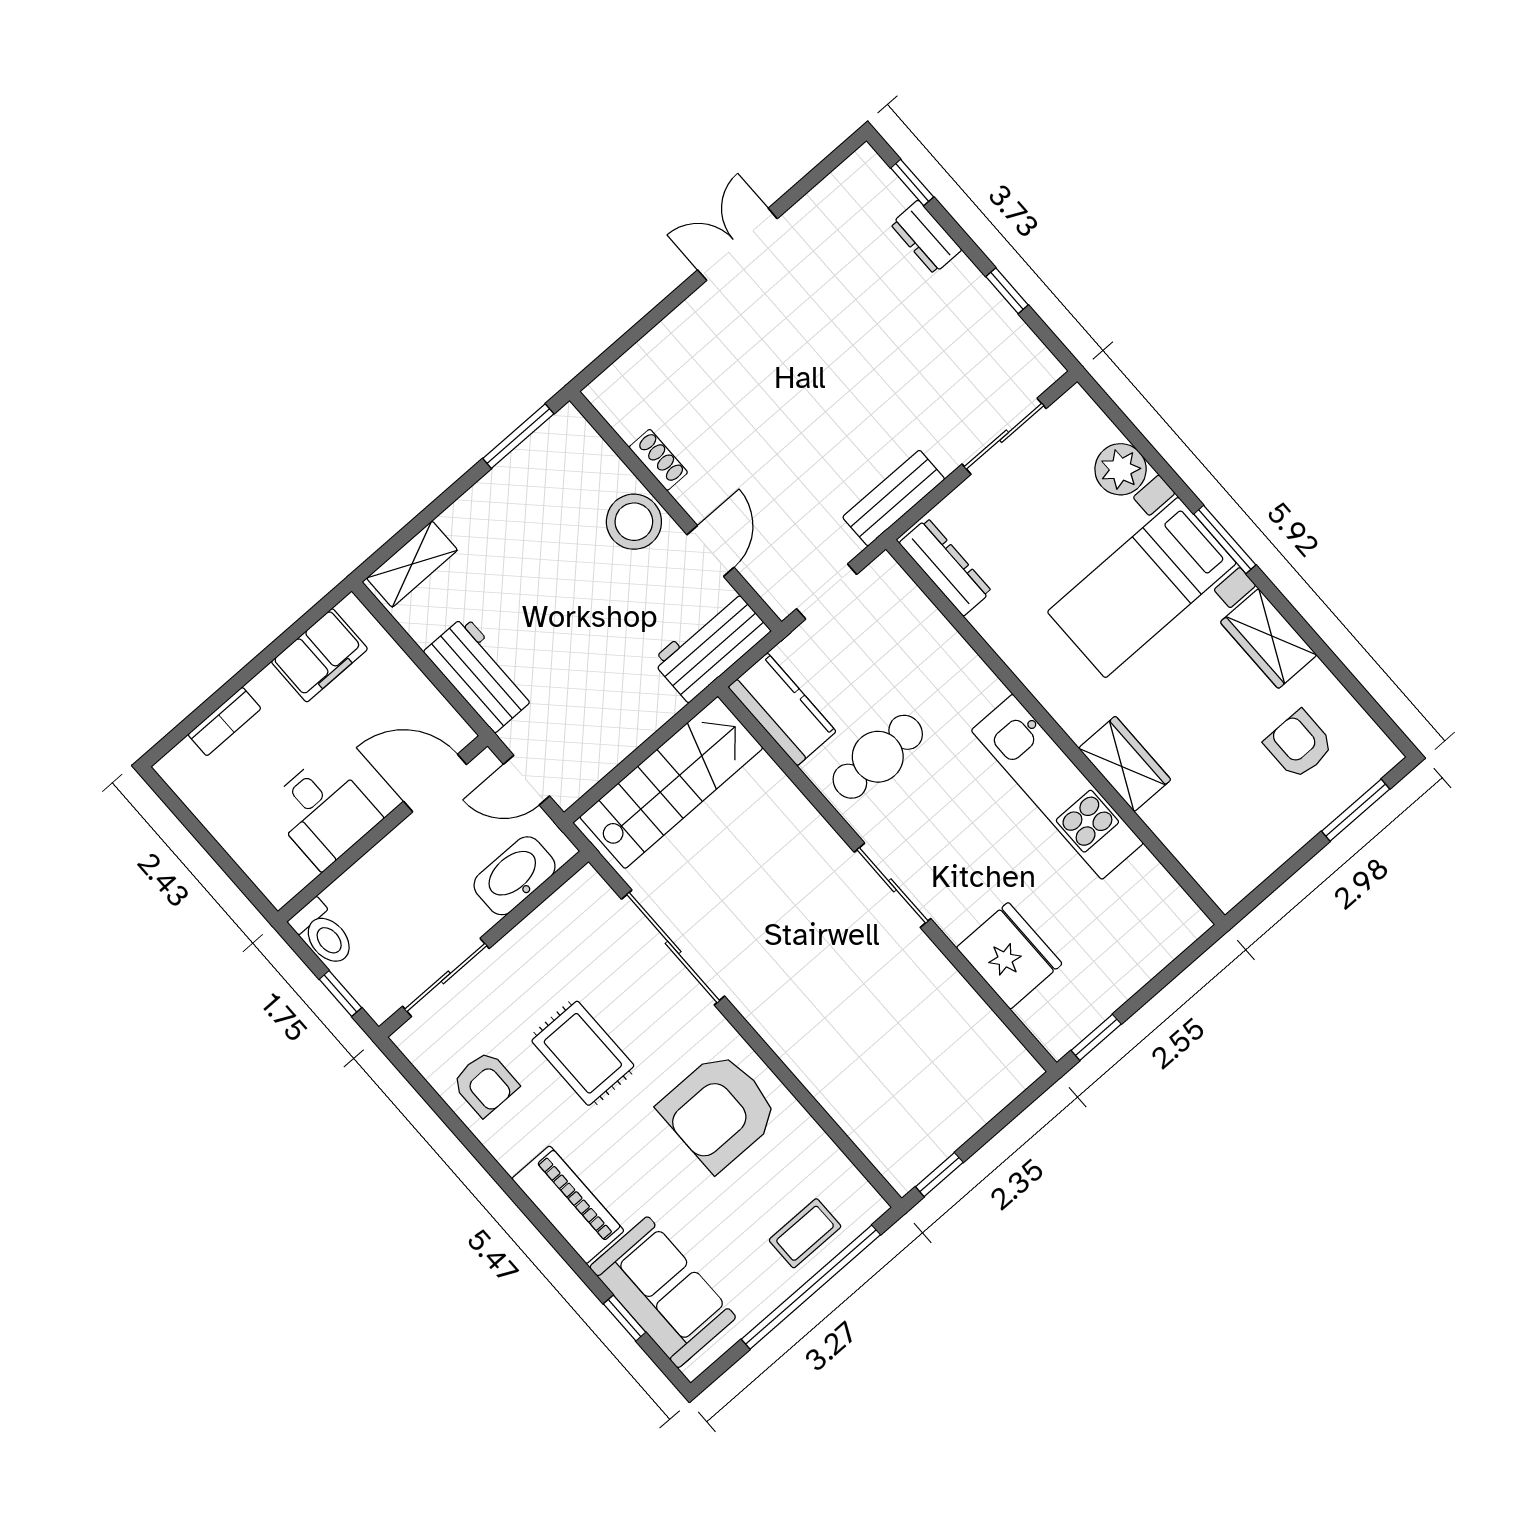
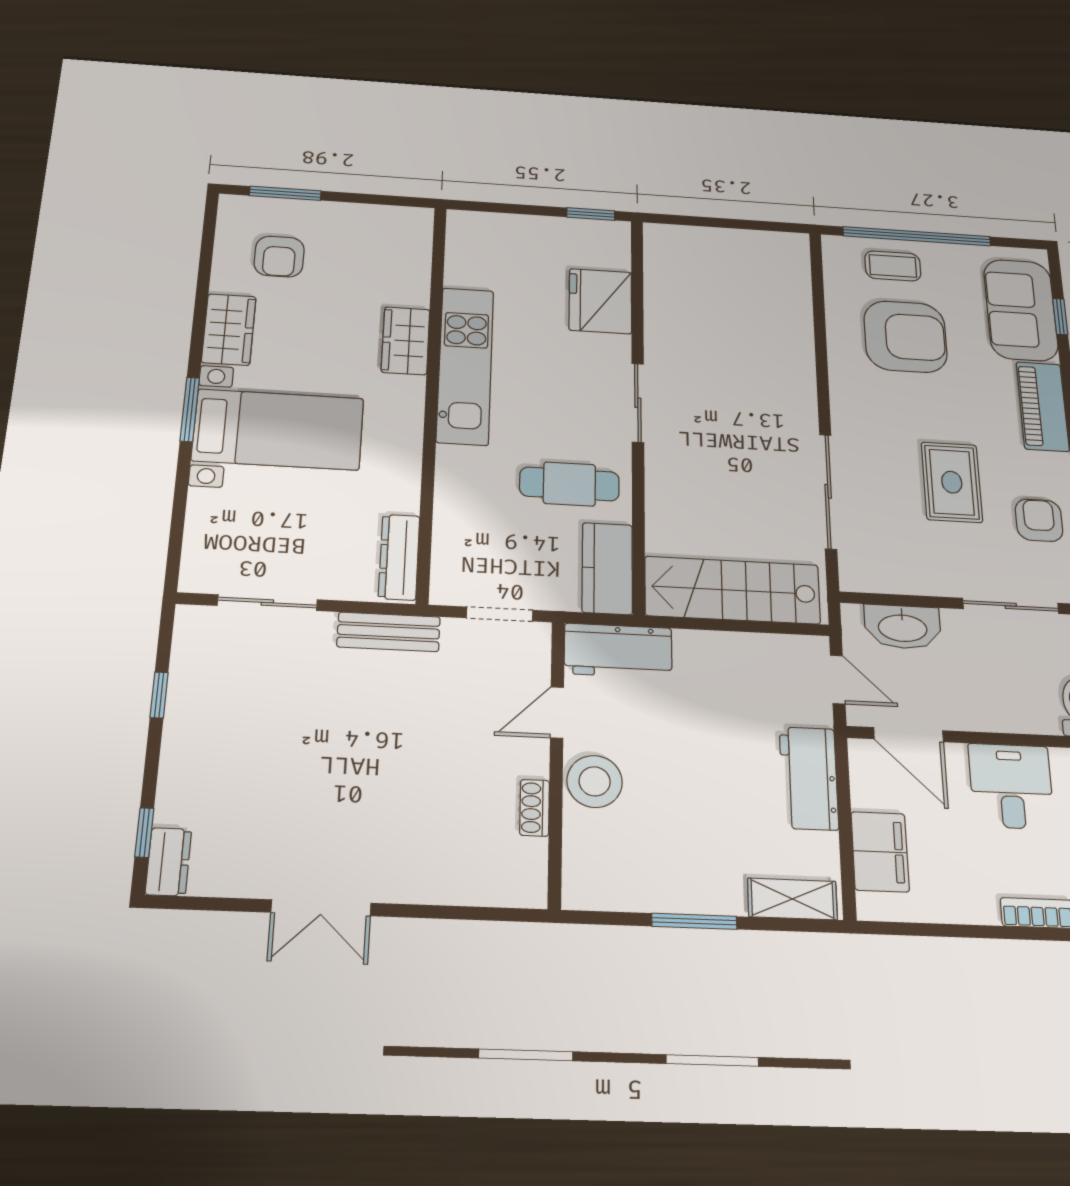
dresser: (926, 237) -> (168, 862), moved
window: (518, 436) -> (694, 921), moved
plant: (1121, 469) -> (210, 512), removed
filing cabinet: (319, 655) -> (880, 852), moved, turned 90
armchair: (719, 1111) -> (905, 337), moved
window: (939, 1175) -> (771, 226), removed

